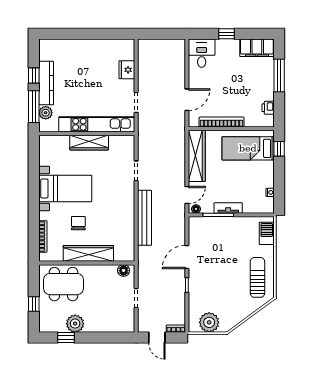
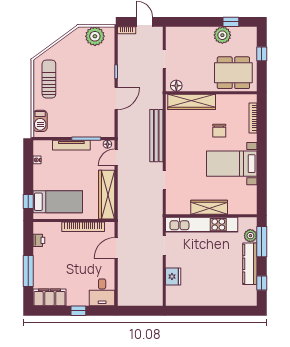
window: (34, 76) -> (262, 283), moved
tv unit: (228, 208) -> (71, 145), width x1.41
wardrobe: (88, 253) -> (192, 102), moved
sun lounger: (257, 277) -> (49, 79), turned 180

